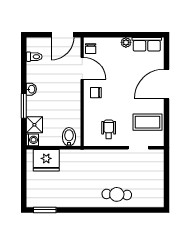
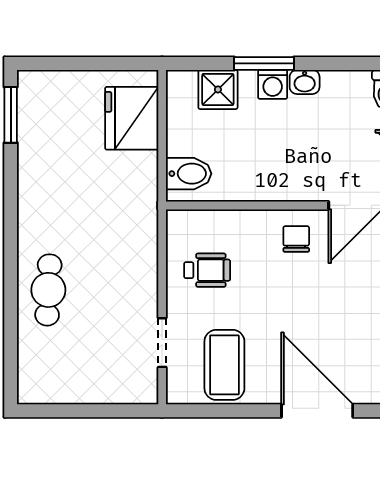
washing machine: (32, 140) -> (273, 84), moved

